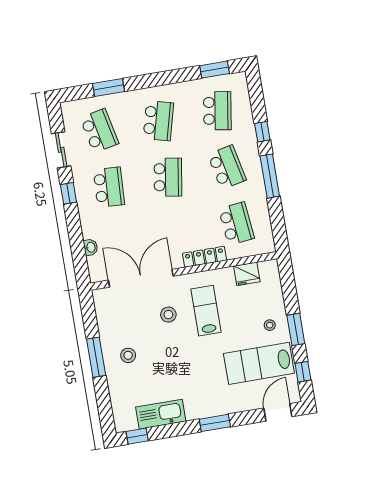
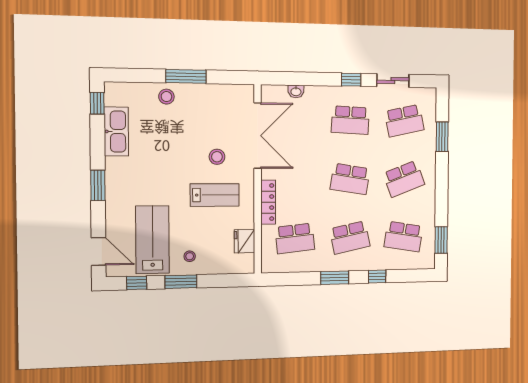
school desk: (158, 121) -> (404, 179), turned -36
window: (270, 176) -> (335, 278), width x0.69
stool: (128, 355) -> (166, 97), moved

